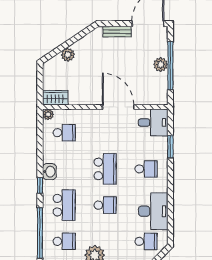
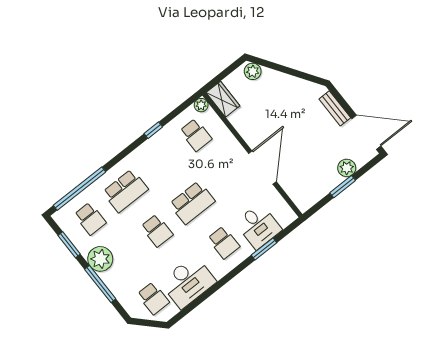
plant: (68, 55) -> (253, 71), moved
plant: (161, 64) -> (347, 168), moved
window: (170, 66) -> (343, 187), width x0.47
desk: (153, 122) -> (258, 226), moved
washbasin: (49, 172) -> (147, 150), removed
window: (40, 185) -> (153, 130), moved

